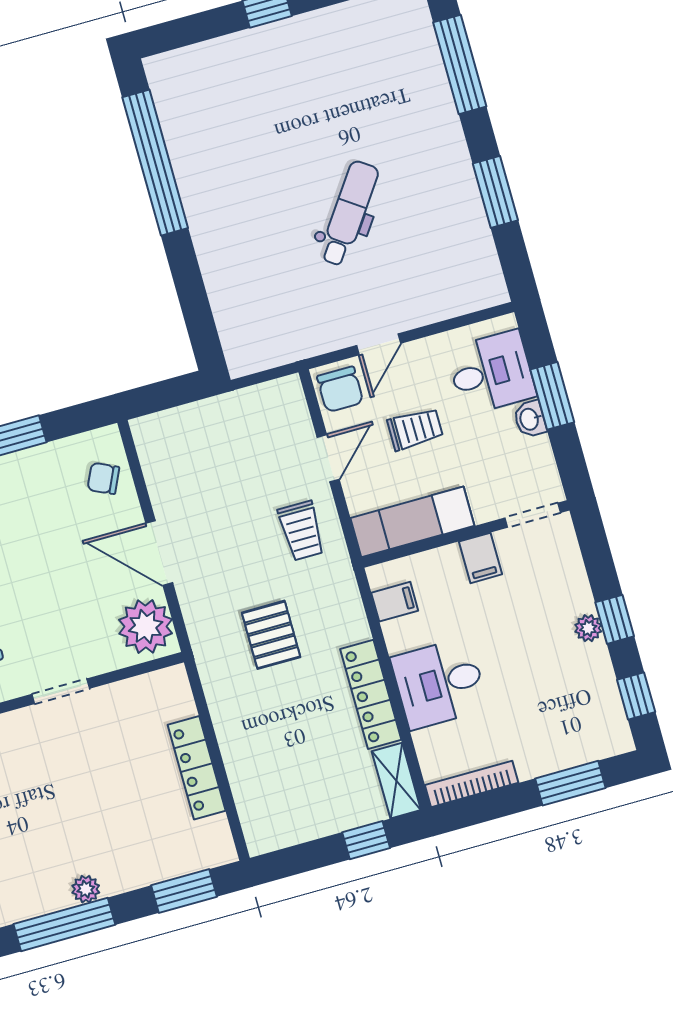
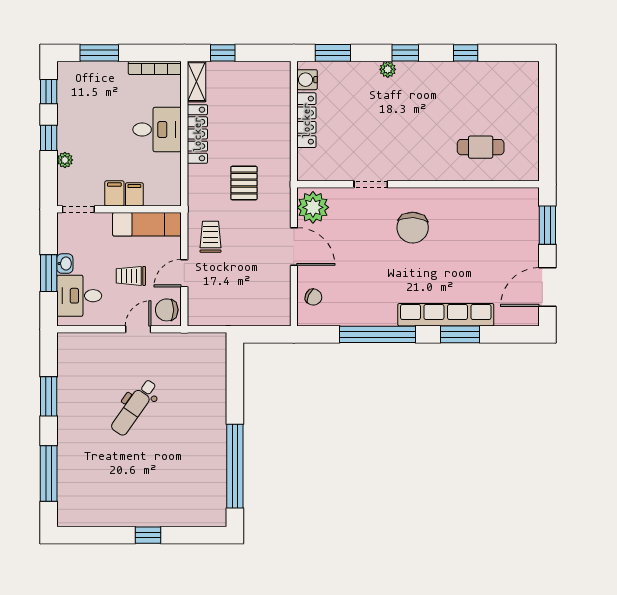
chair: (340, 389) -> (167, 310), turned -90
filing cabinet: (395, 602) -> (134, 194), moved, turned 90
plant: (588, 628) -> (65, 160), moved
water cooler: (214, 835) -> (307, 80), added
window: (64, 924) -> (405, 53), width x0.46

